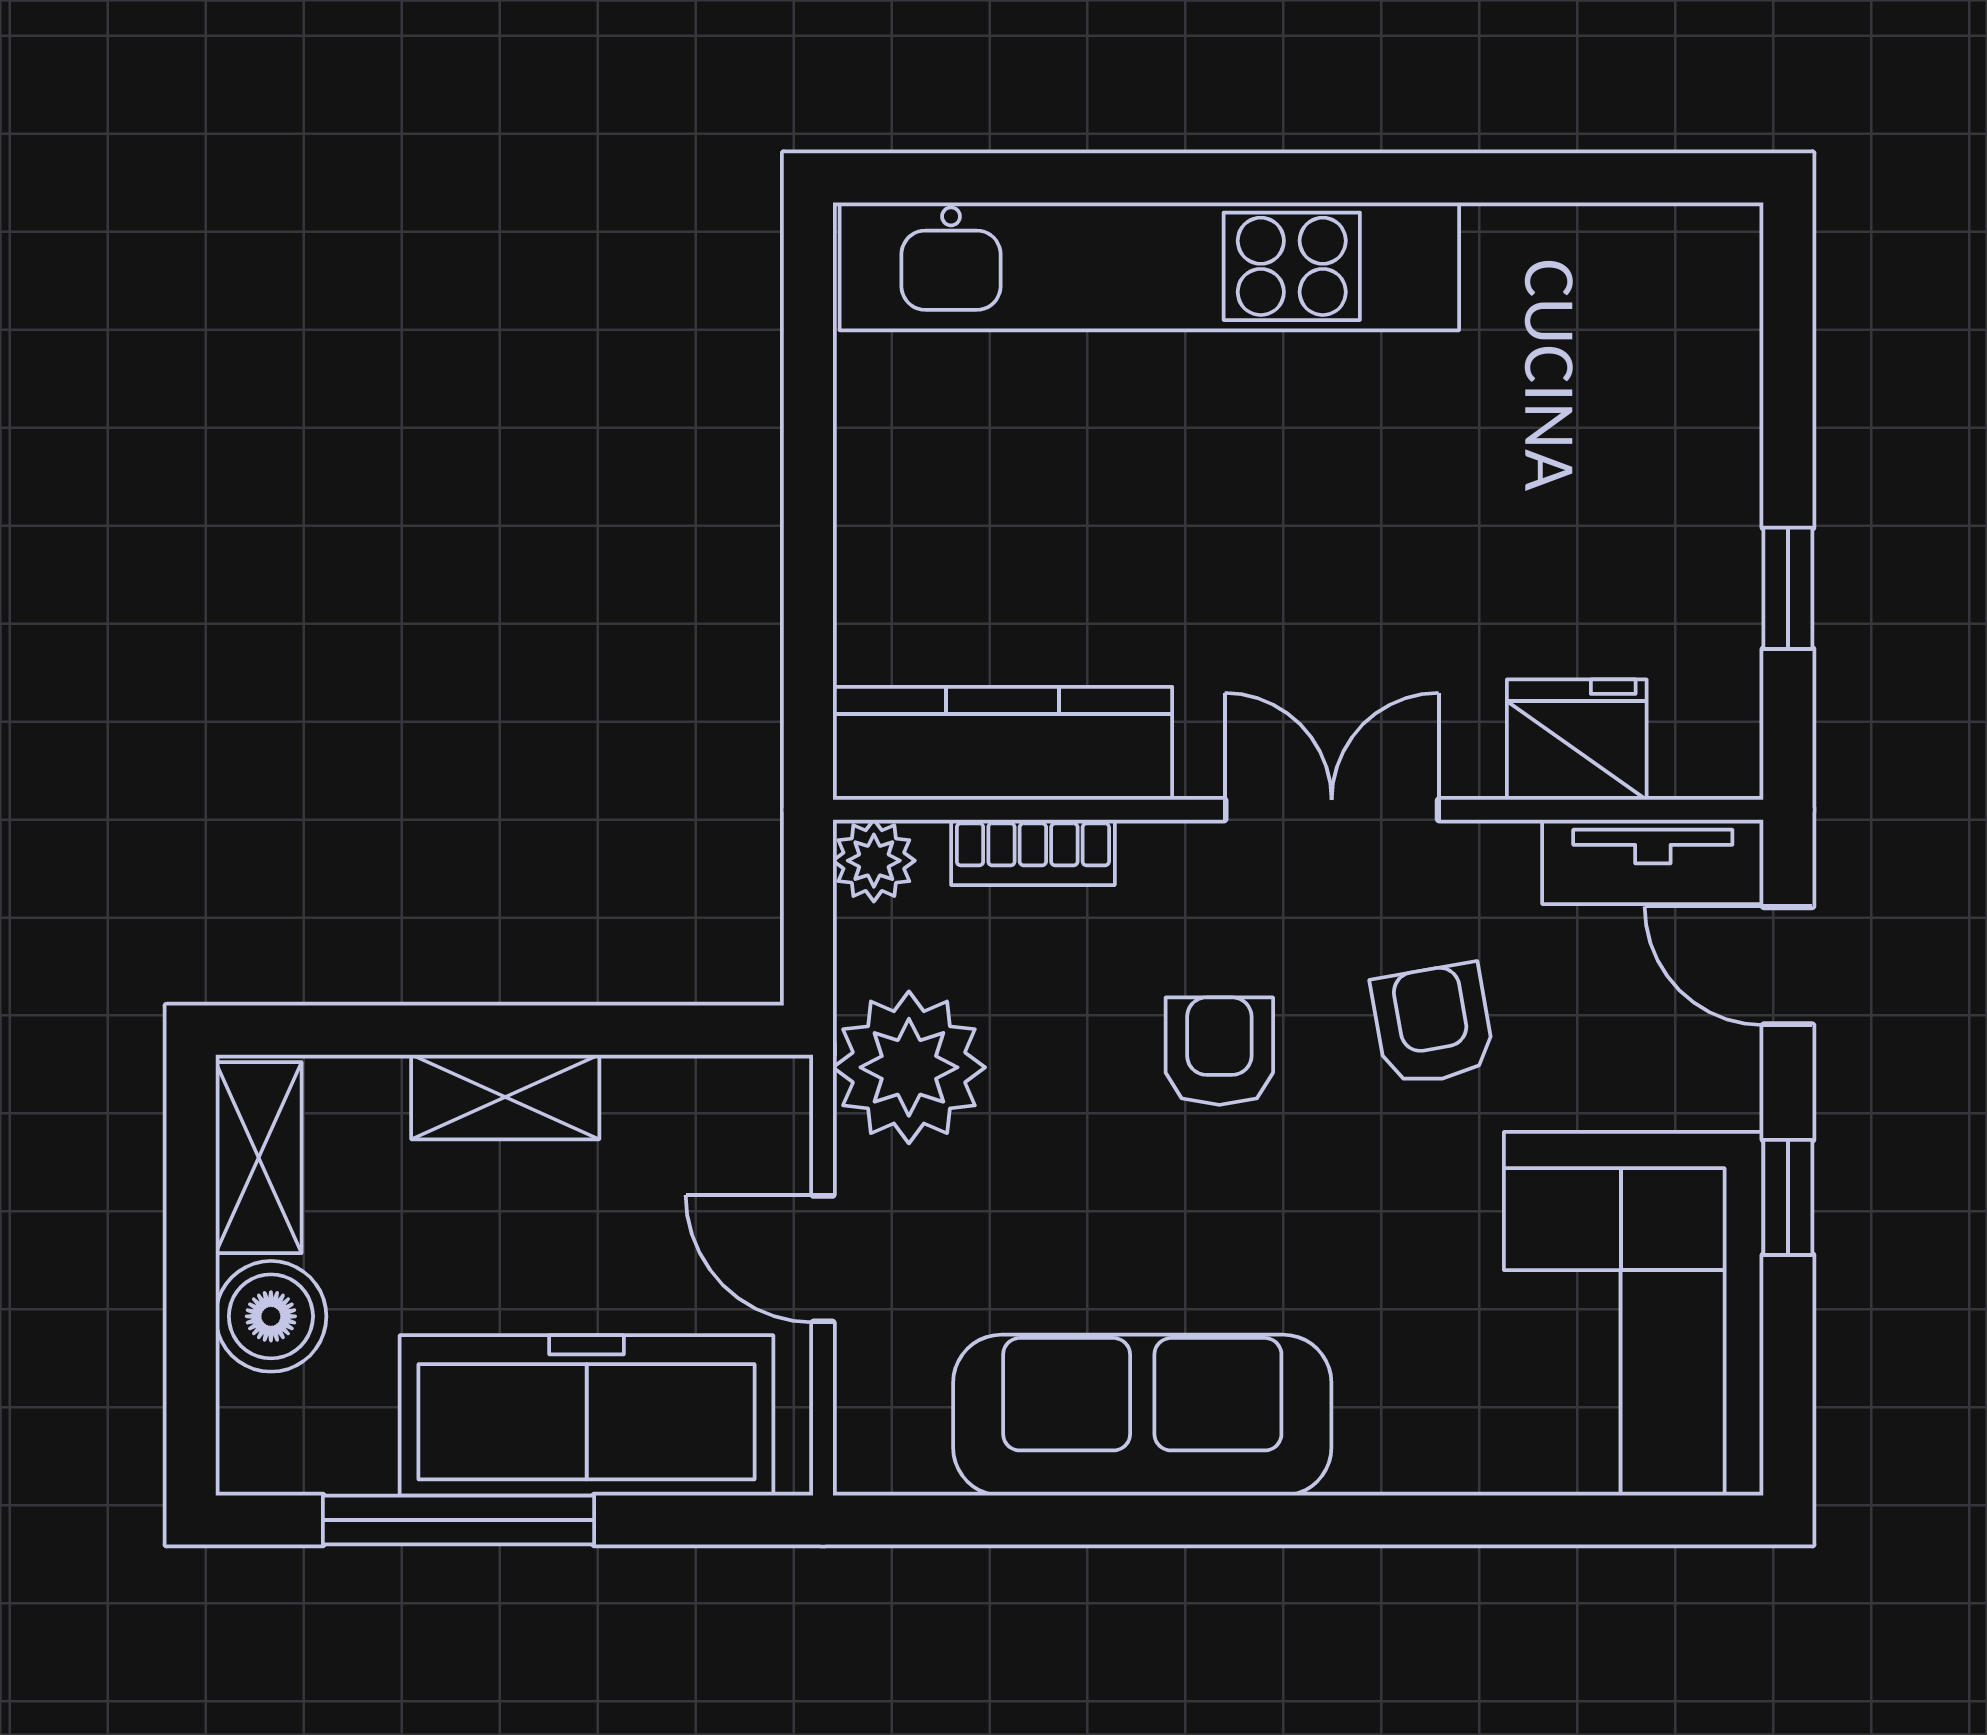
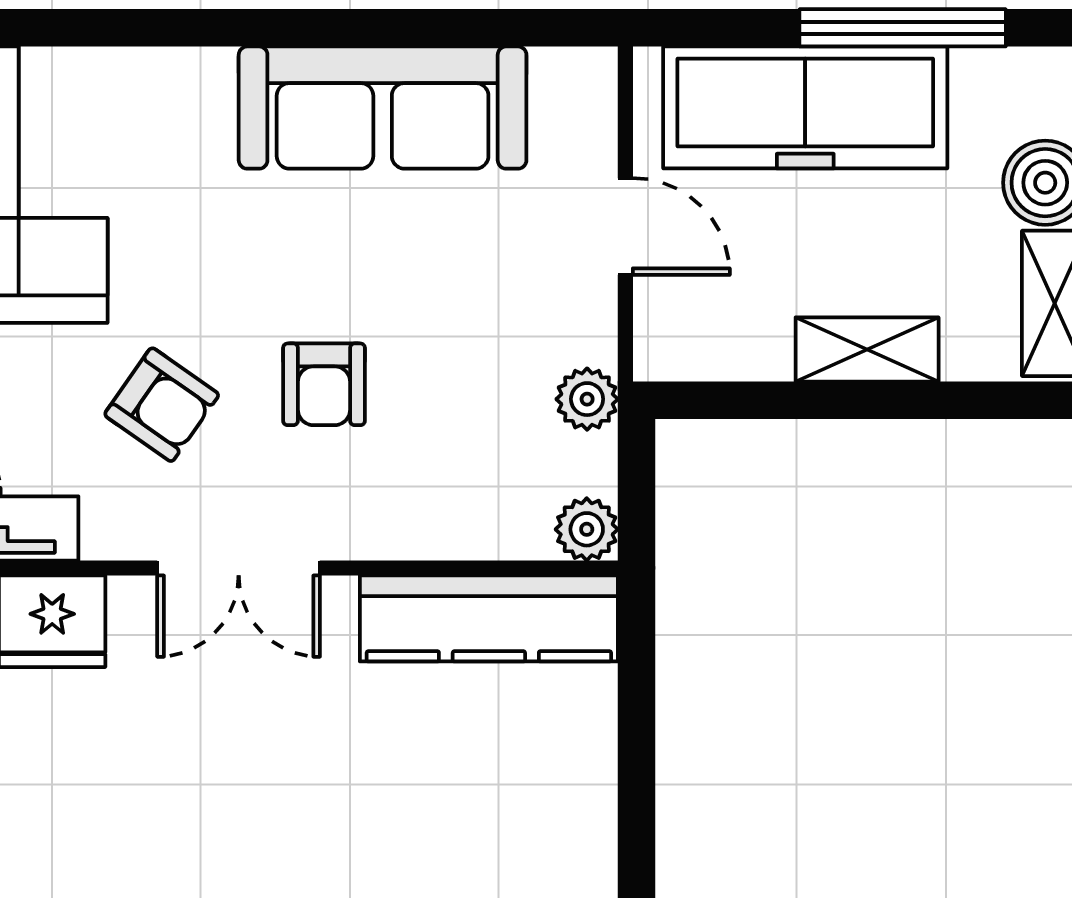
bookcase: (1033, 852) -> (466, 536), removed
armchair: (1433, 1024) -> (162, 405), turned -45
plant: (909, 1067) -> (587, 399), width x0.53, depth x0.53

